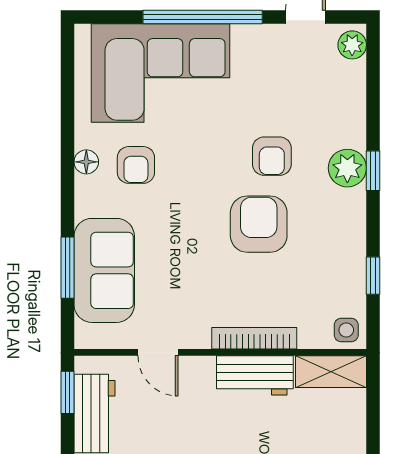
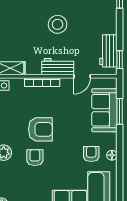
armchair: (259, 224) -> (40, 129), turned -90
door: (158, 352) -> (82, 76), swing flipped
workbench: (255, 375) -> (58, 67), moved

